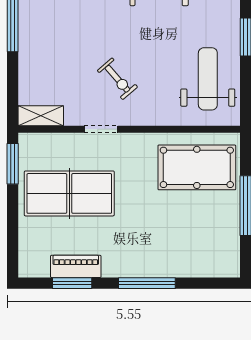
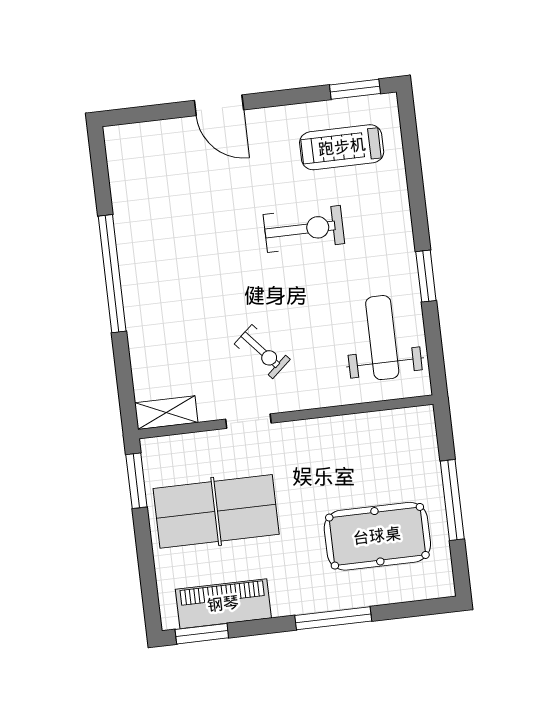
pool table: (197, 167) -> (377, 536), moved
piano: (76, 266) -> (223, 604), width x1.37, depth x1.33
window: (72, 283) -> (202, 634), moved

